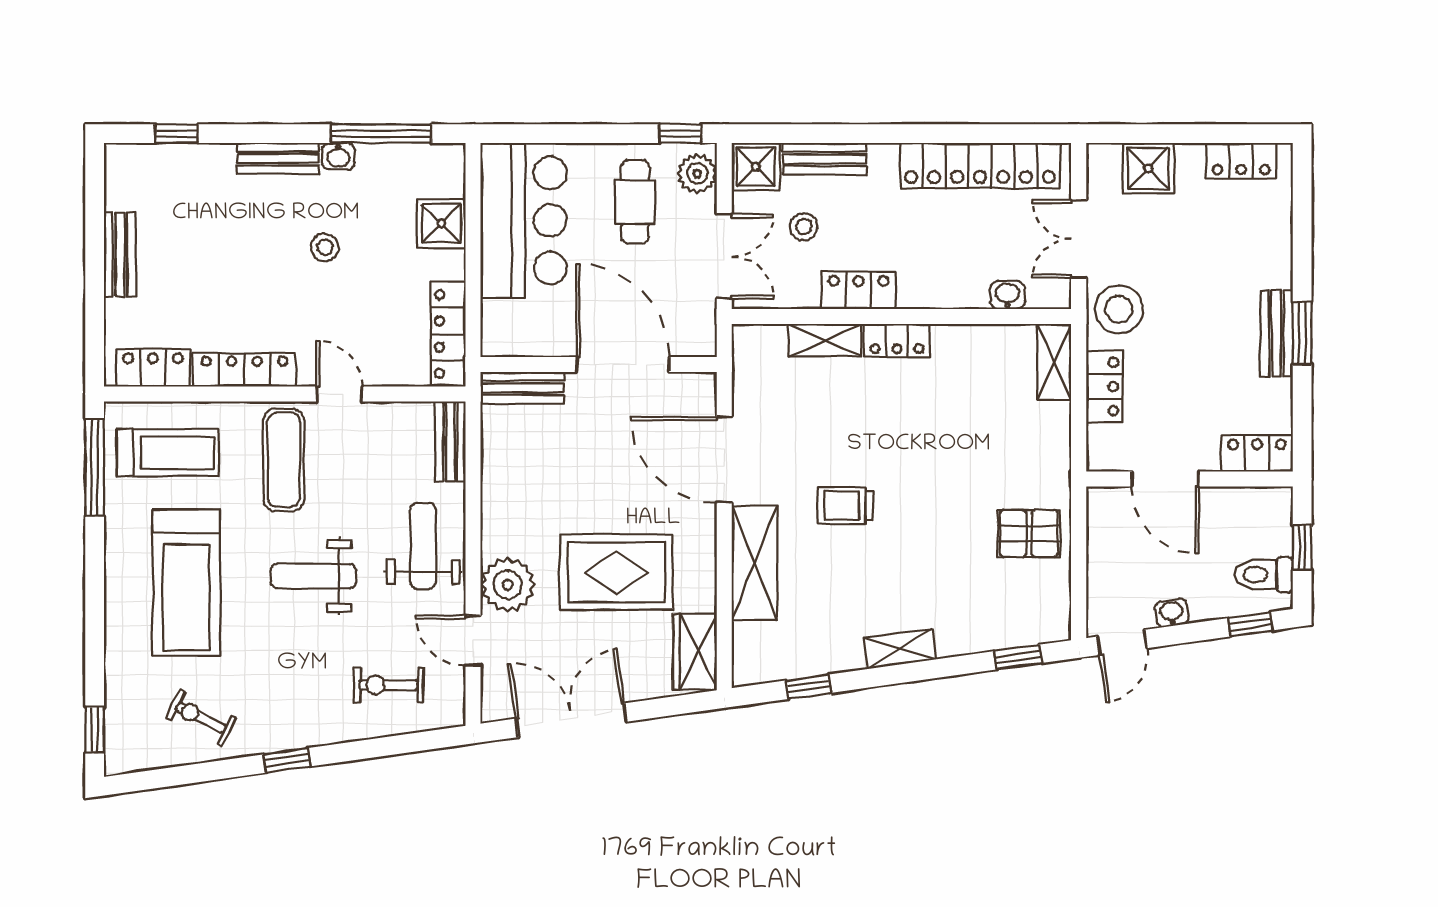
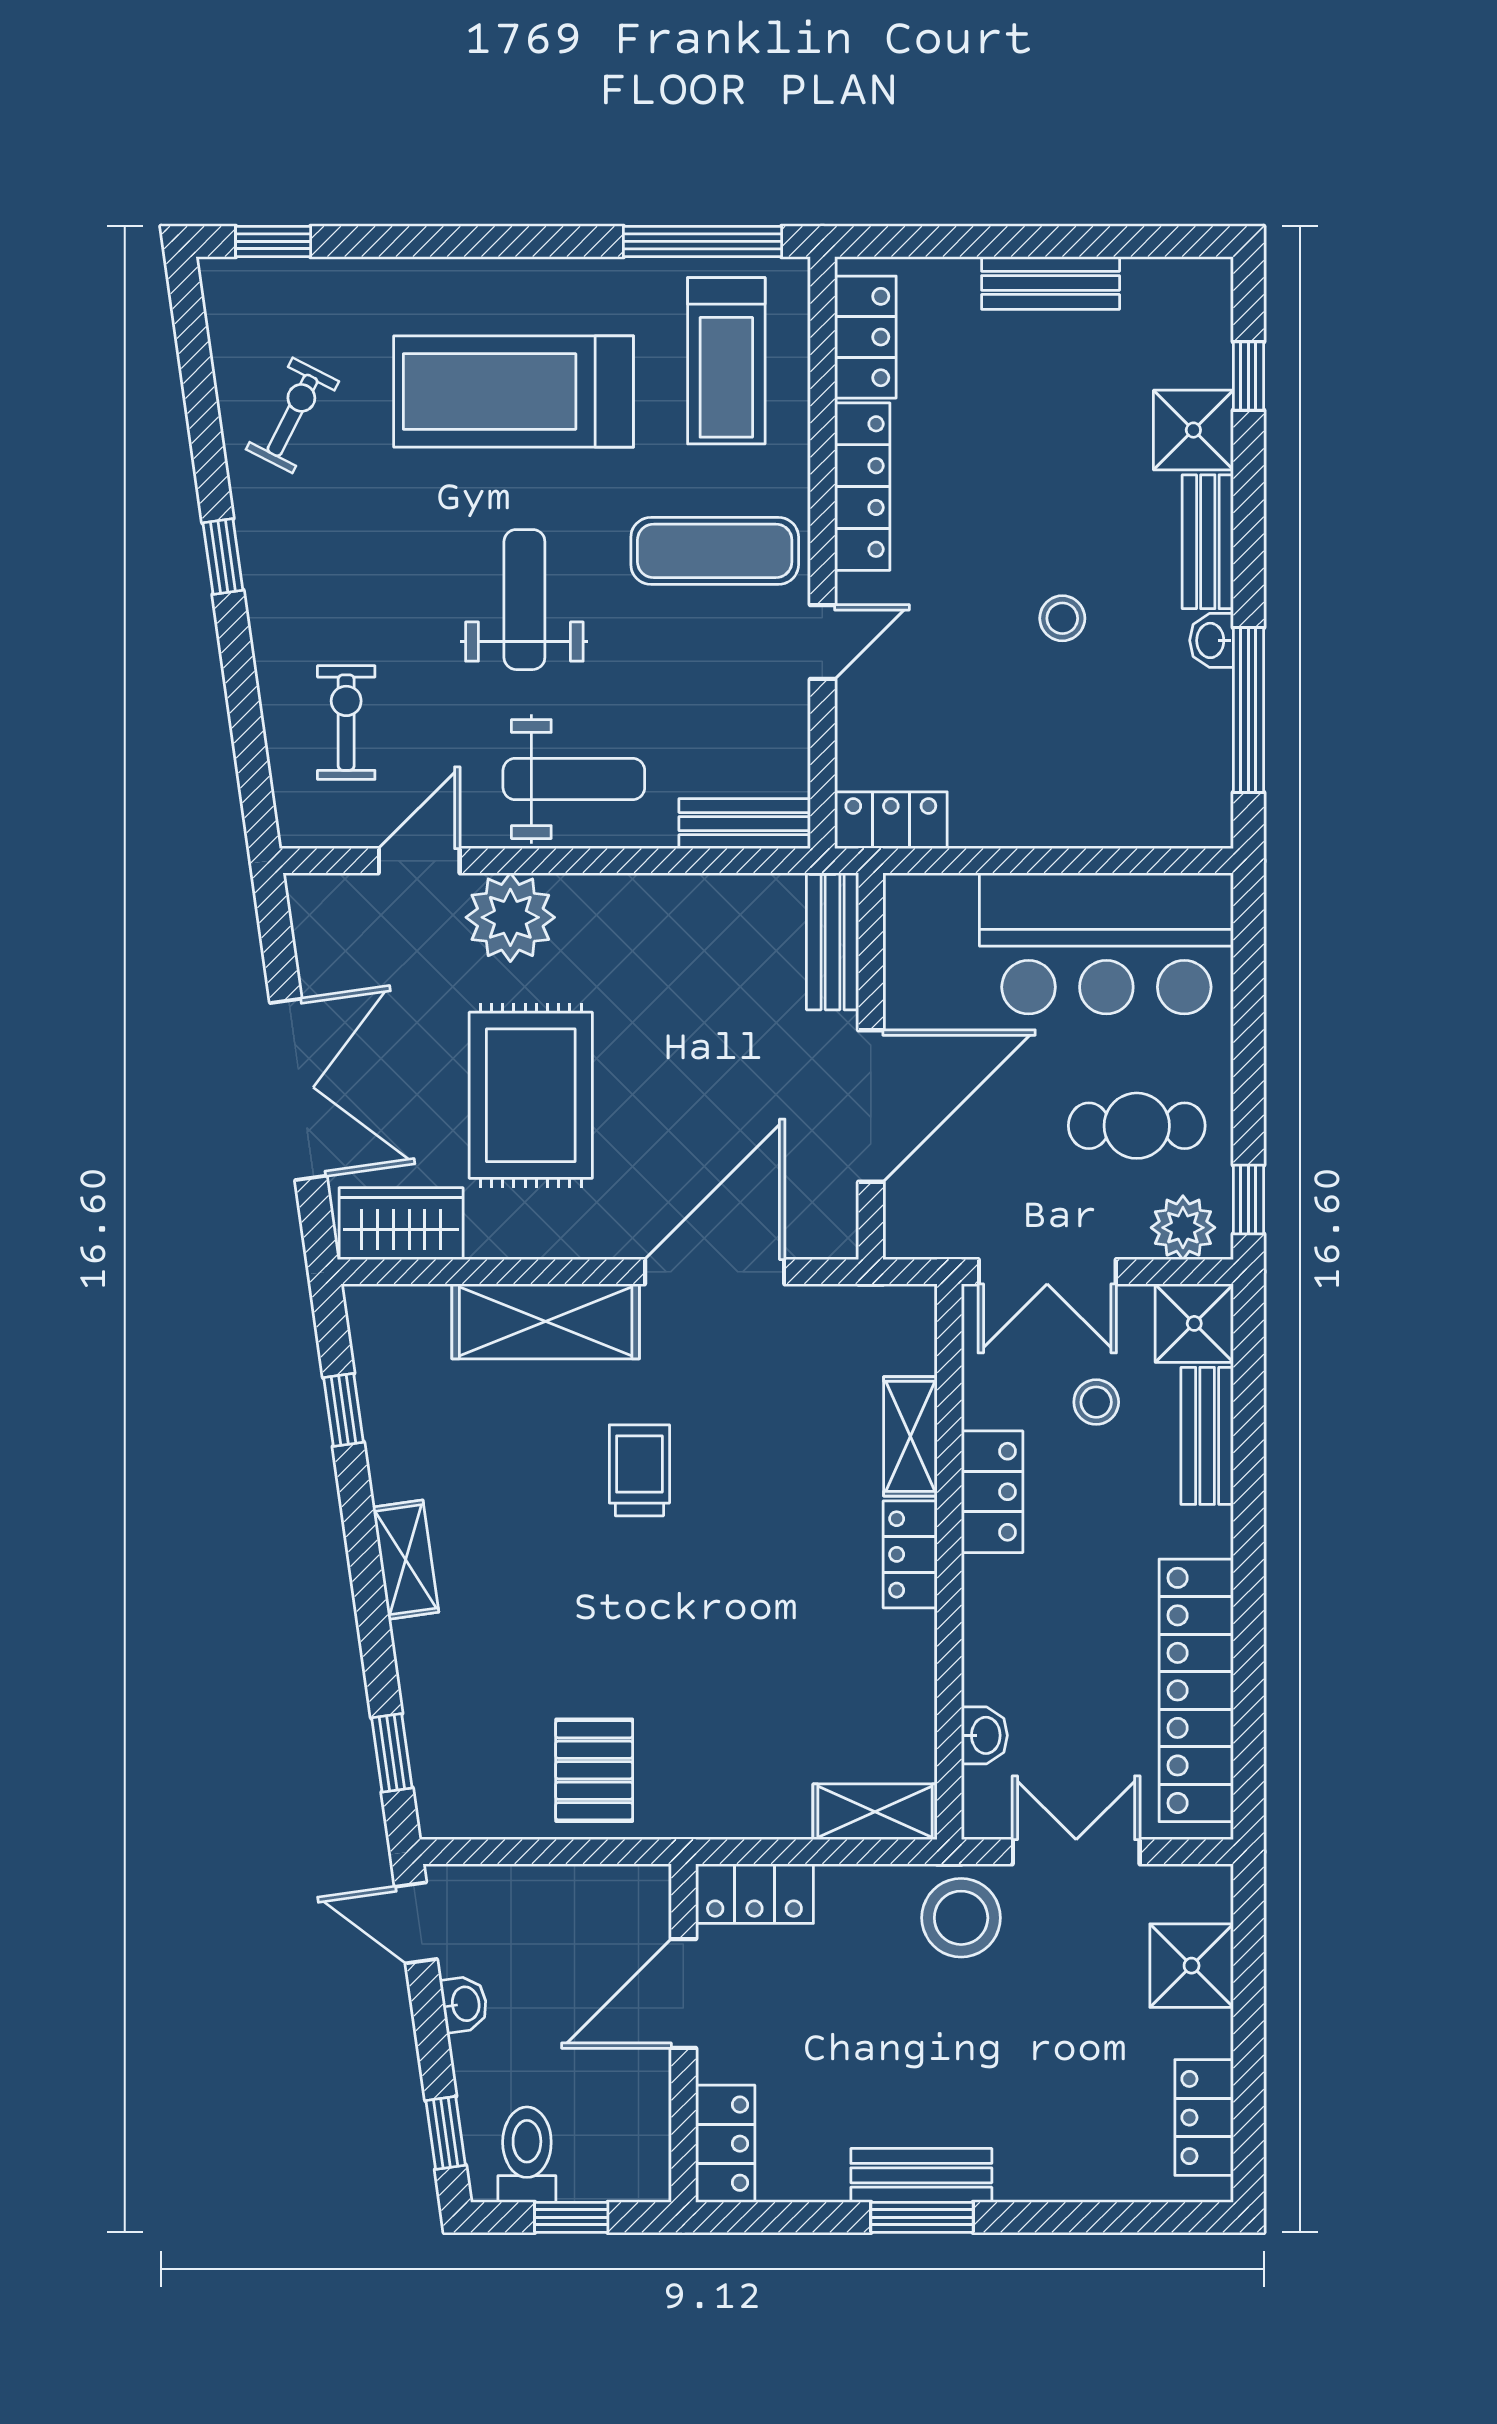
shower: (441, 224) -> (1193, 430), moved
locker: (448, 334) -> (891, 820), width x0.66
locker: (1104, 387) -> (754, 1894), moved
double door: (571, 720) -> (298, 1089), moved

